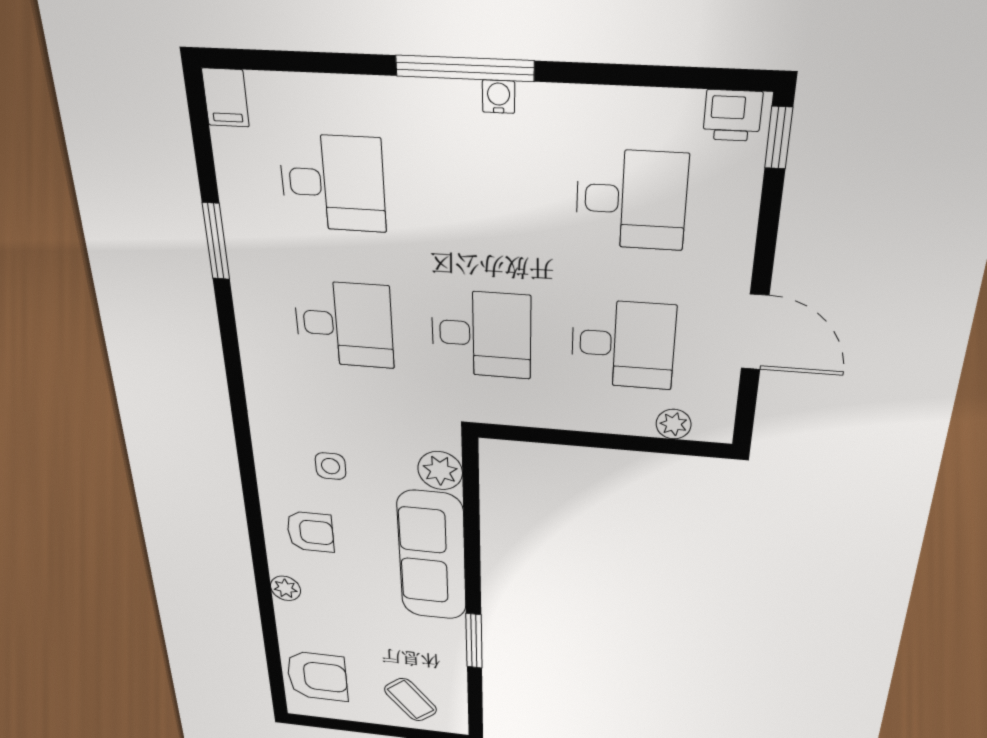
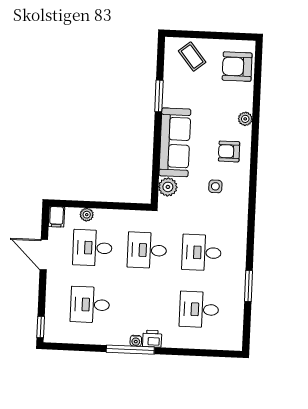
window: (465, 68) -> (130, 350), moved
filing cabinet: (226, 98) -> (57, 217), moved, turned 180
printer: (733, 116) -> (152, 339), moved
plant: (674, 424) -> (87, 215), moved

